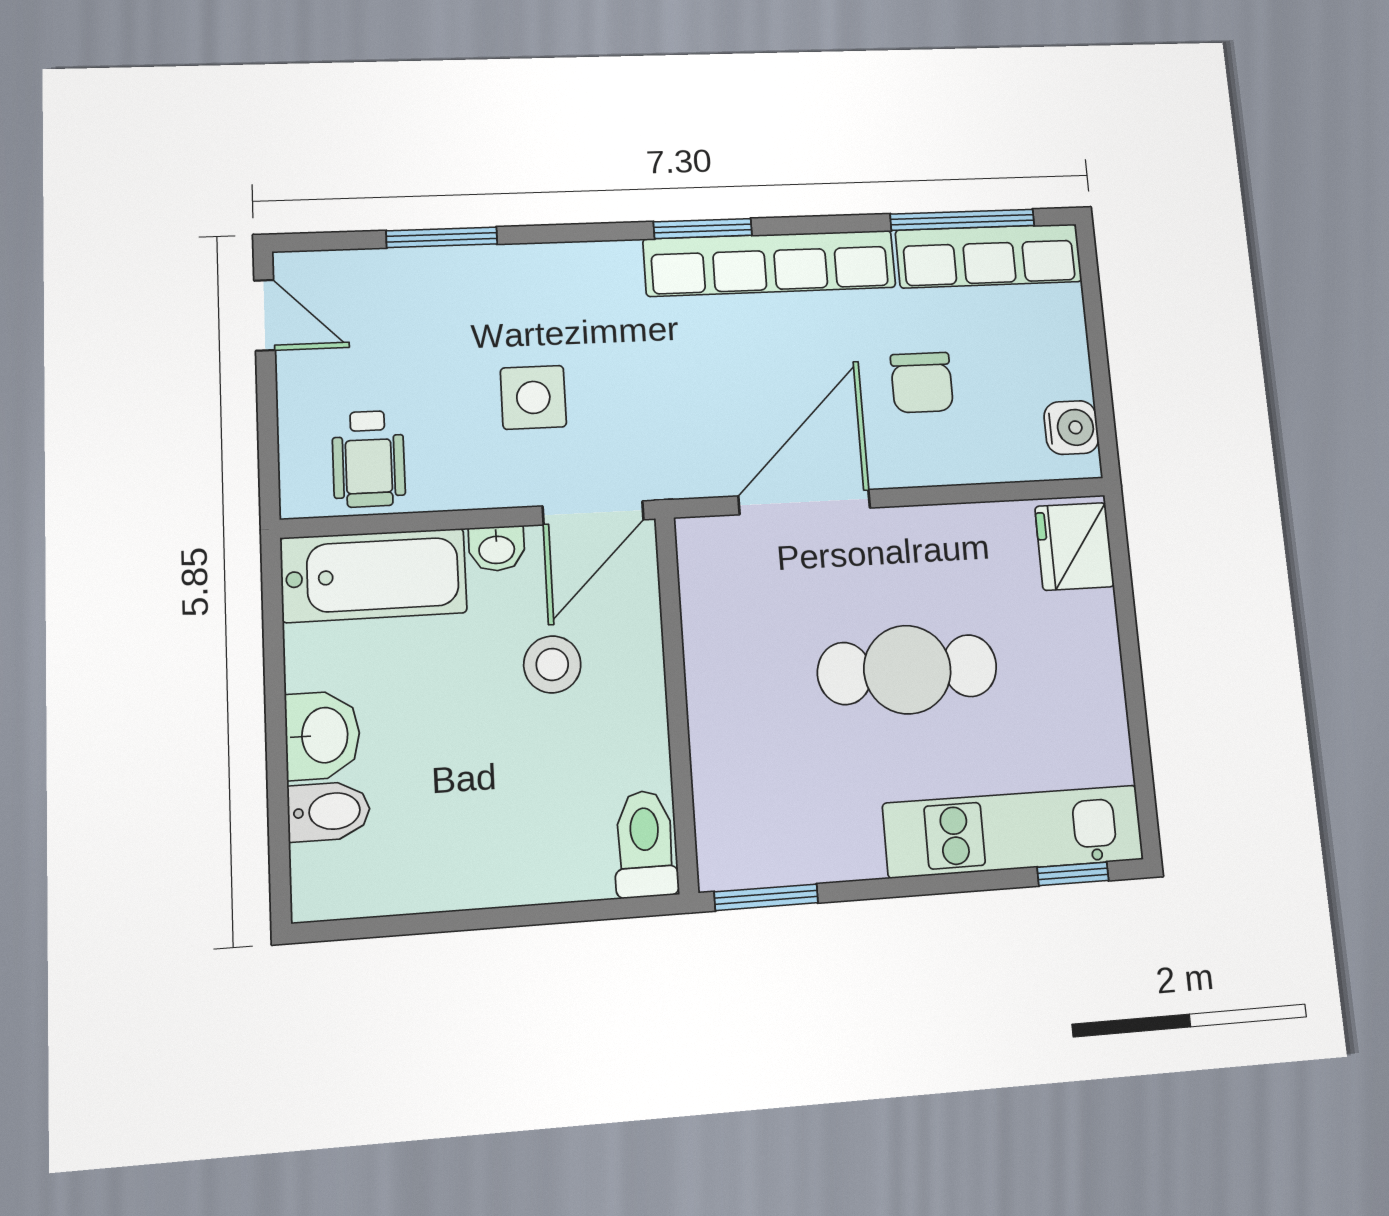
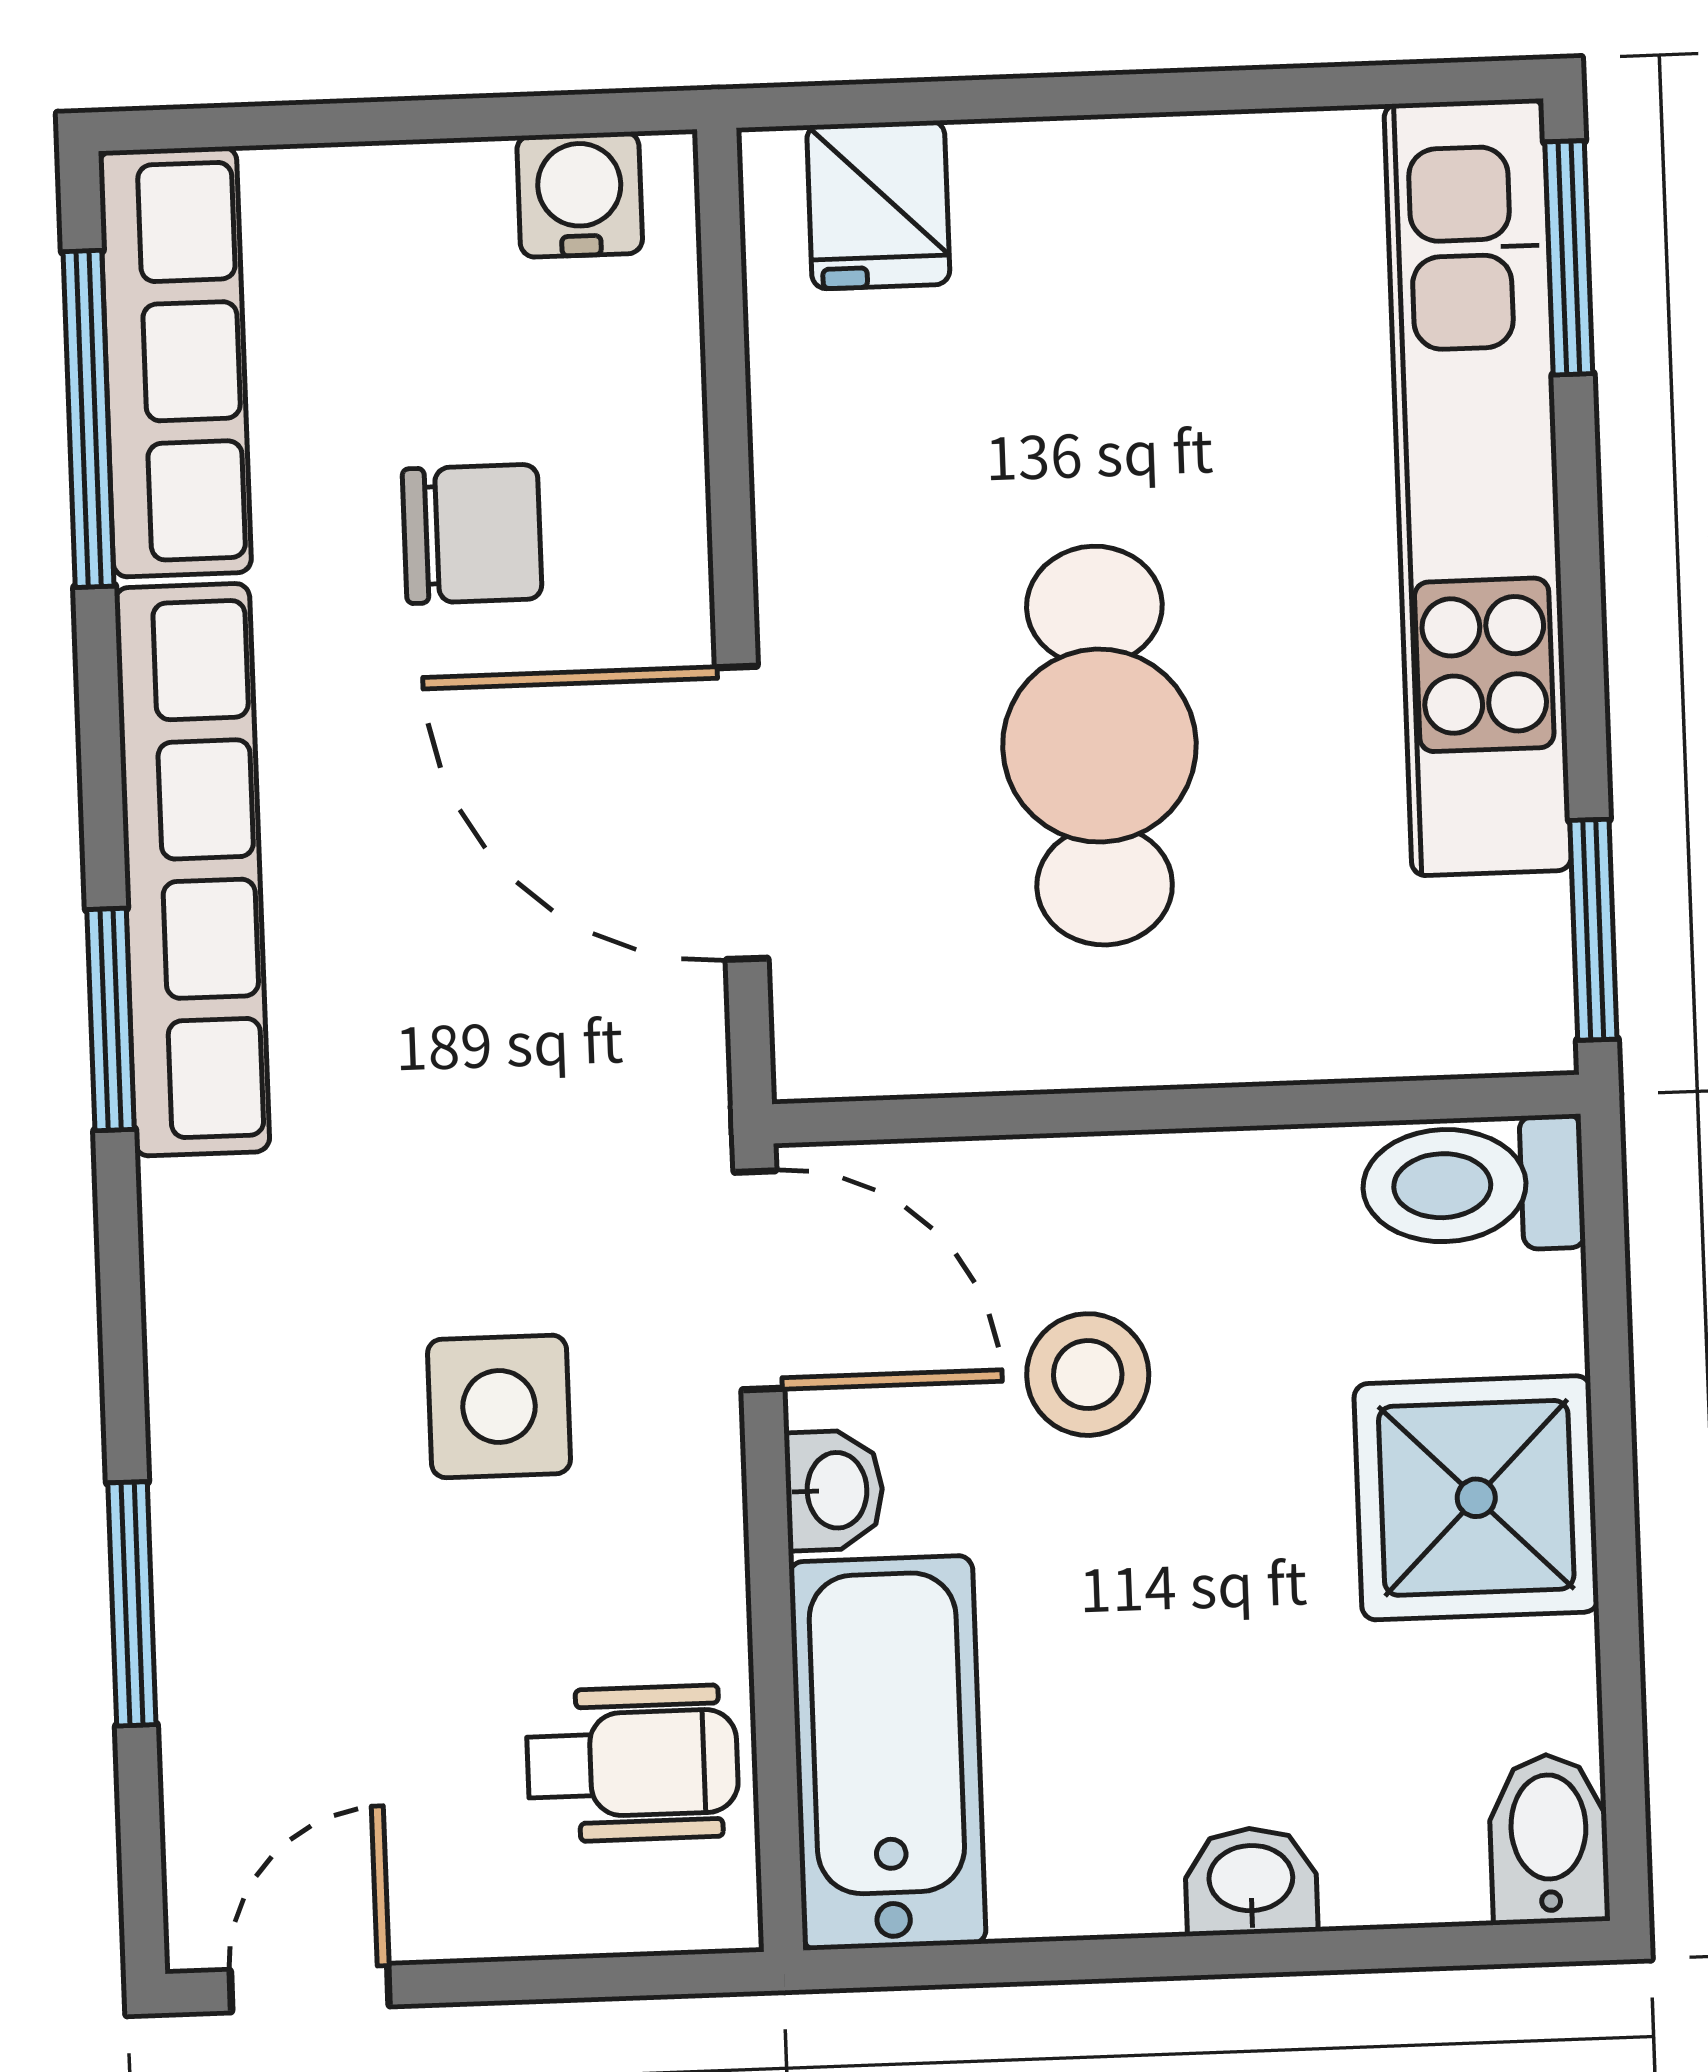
fridge: (1074, 546) -> (878, 205), width x0.72
cafe table: (907, 670) -> (1099, 746), moved
washbasin: (323, 735) -> (1251, 1881), width x0.72, depth x0.69
bidet: (329, 811) -> (1549, 1839), moved
kitchen unit: (1013, 831) -> (1478, 487), width x1.36
shower: (496, 851) -> (1476, 1498), added
window: (1073, 874) -> (1569, 258), width x1.50

